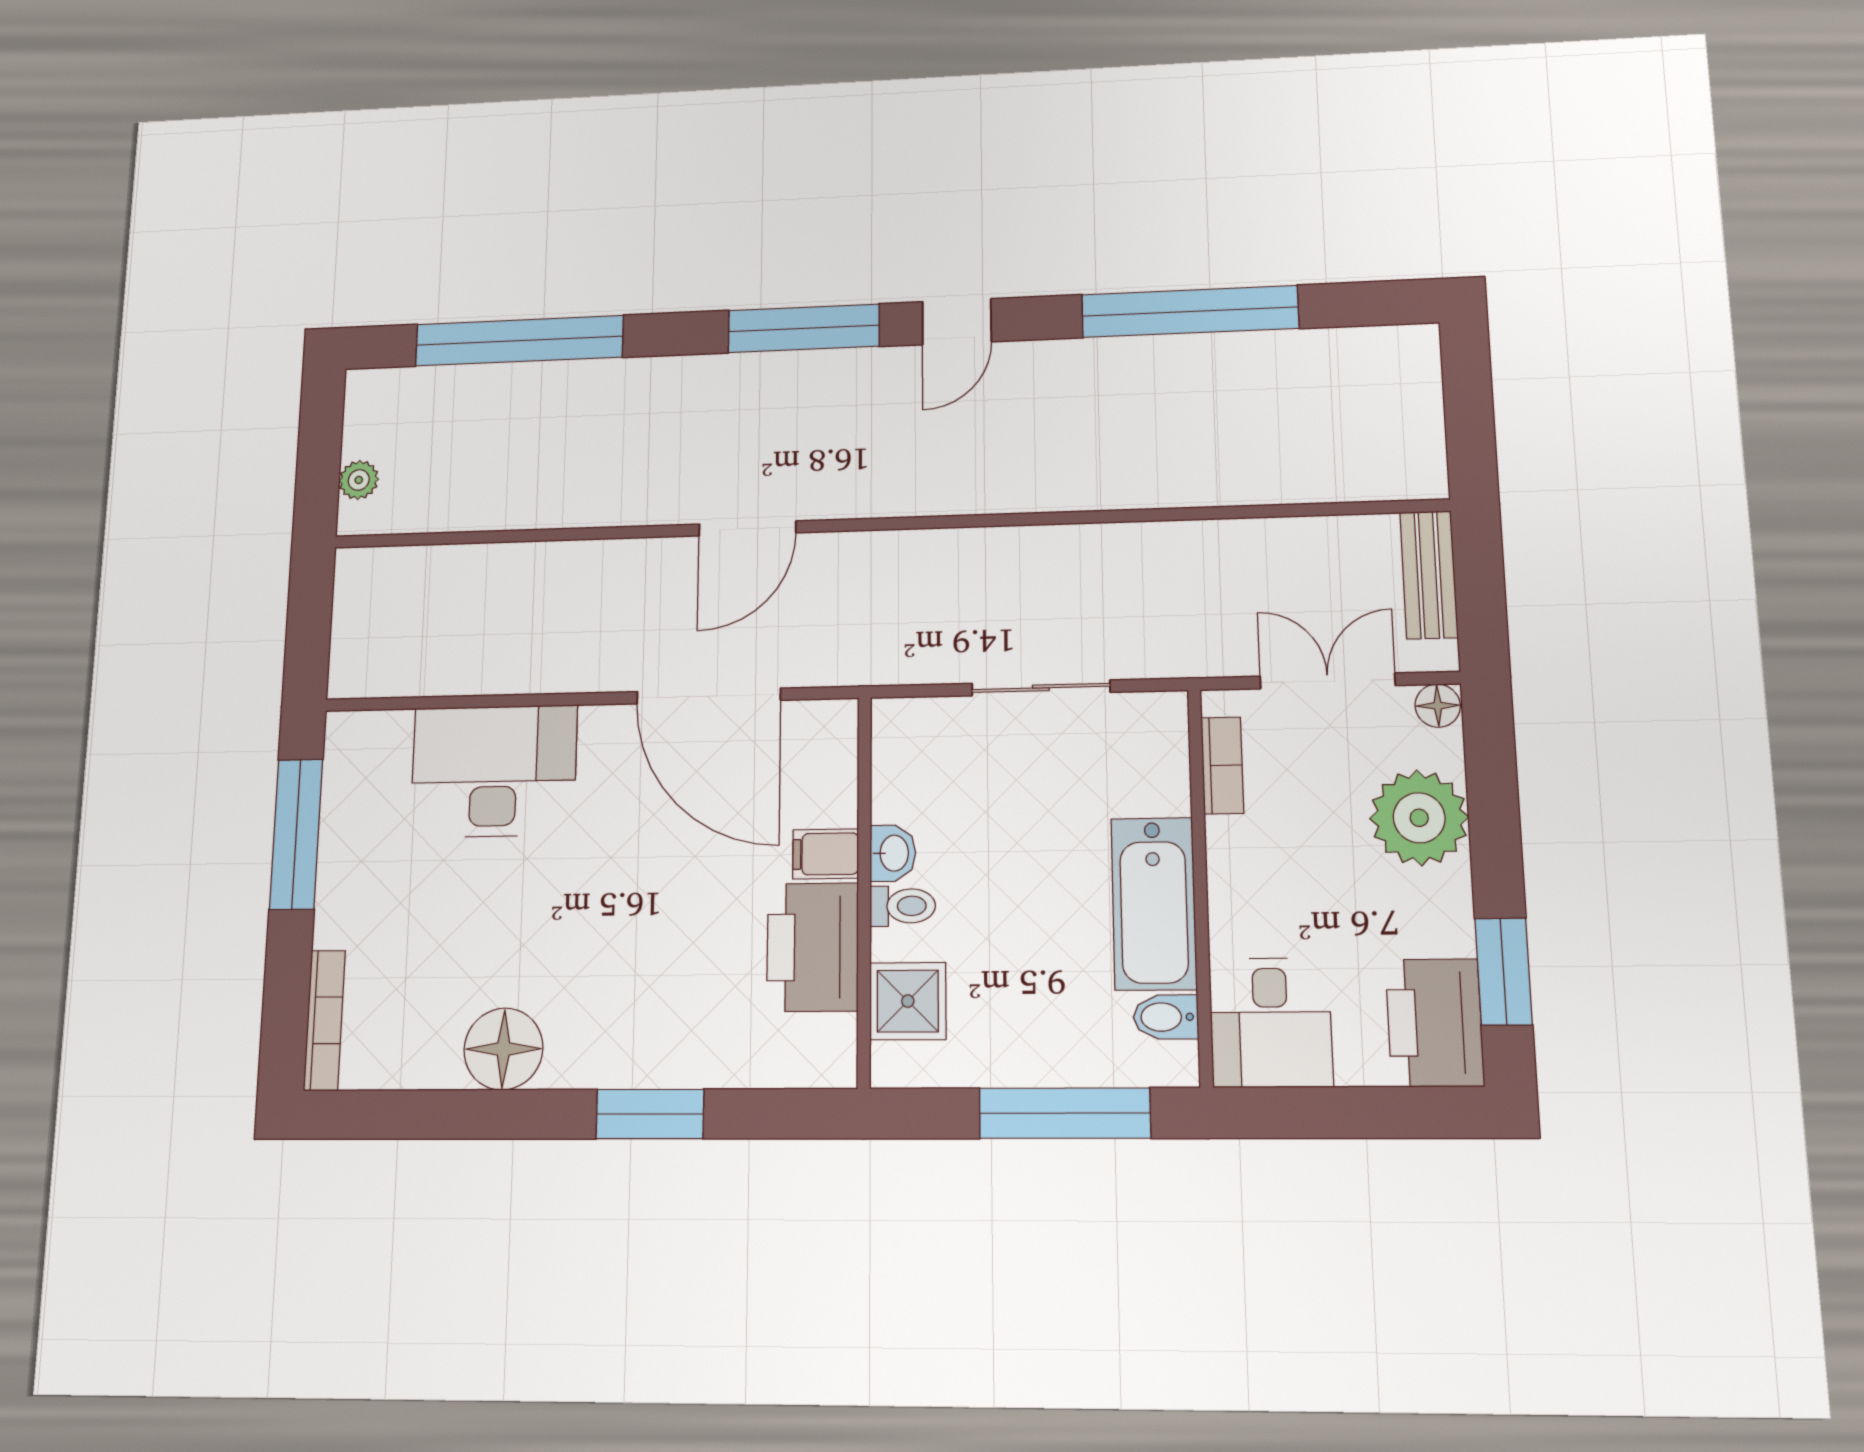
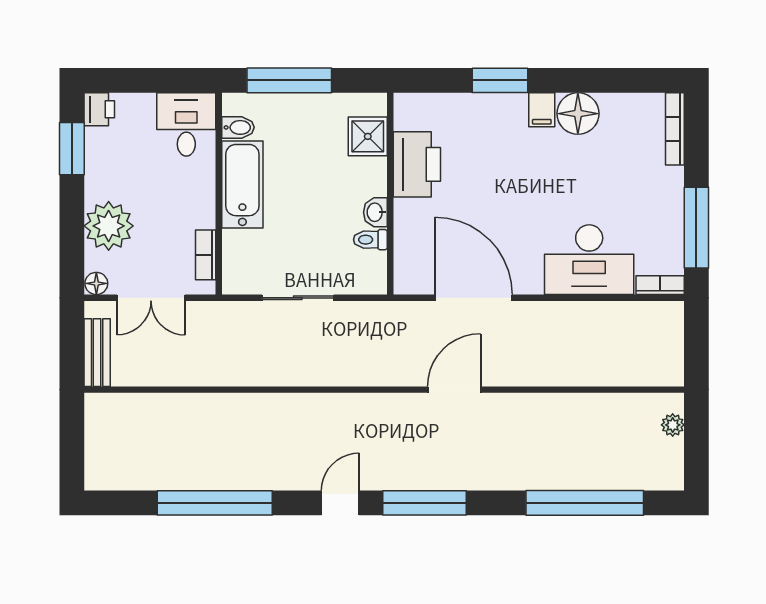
bookcase: (367, 727) -> (660, 285), added
filing cabinet: (826, 854) -> (542, 110), moved, turned 90
toilet: (903, 906) -> (370, 240), moved
printer: (1435, 1023) -> (99, 109), width x0.53, depth x0.68

